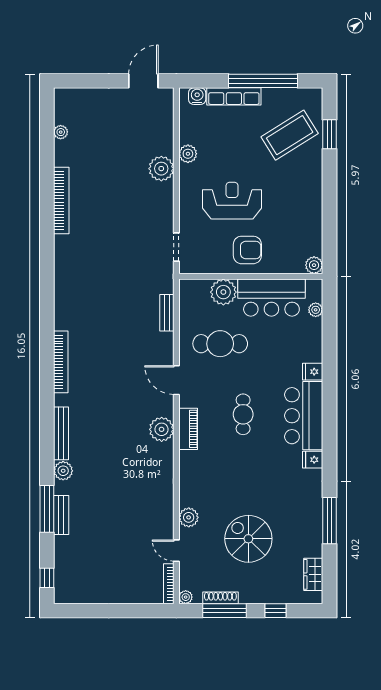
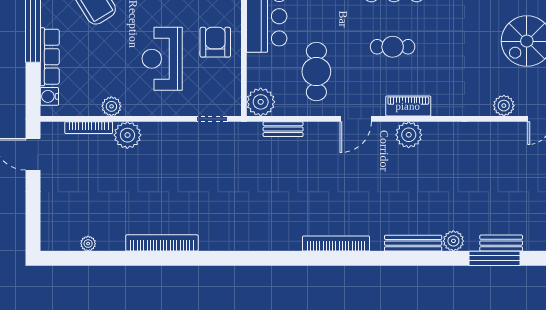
bookcase: (168, 133) -> (89, 128), added
plant: (223, 292) -> (261, 102), moved

